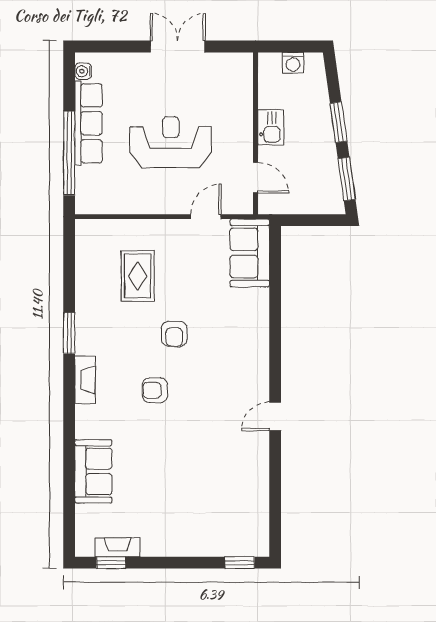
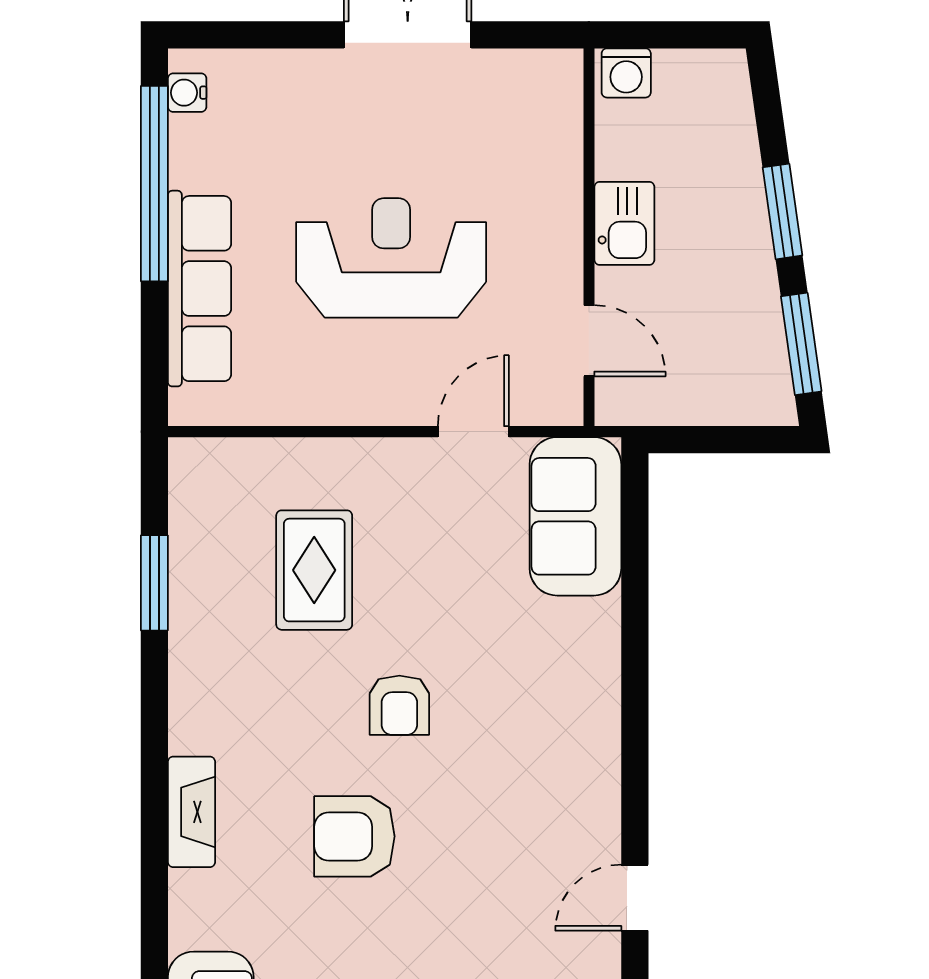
washing machine: (293, 63) -> (626, 73), moved
row of seats: (89, 123) -> (200, 289), moved
window: (69, 153) -> (154, 184), moved
window: (69, 333) -> (154, 583), moved
armchair: (155, 390) -> (354, 836), width x1.38, depth x1.38

